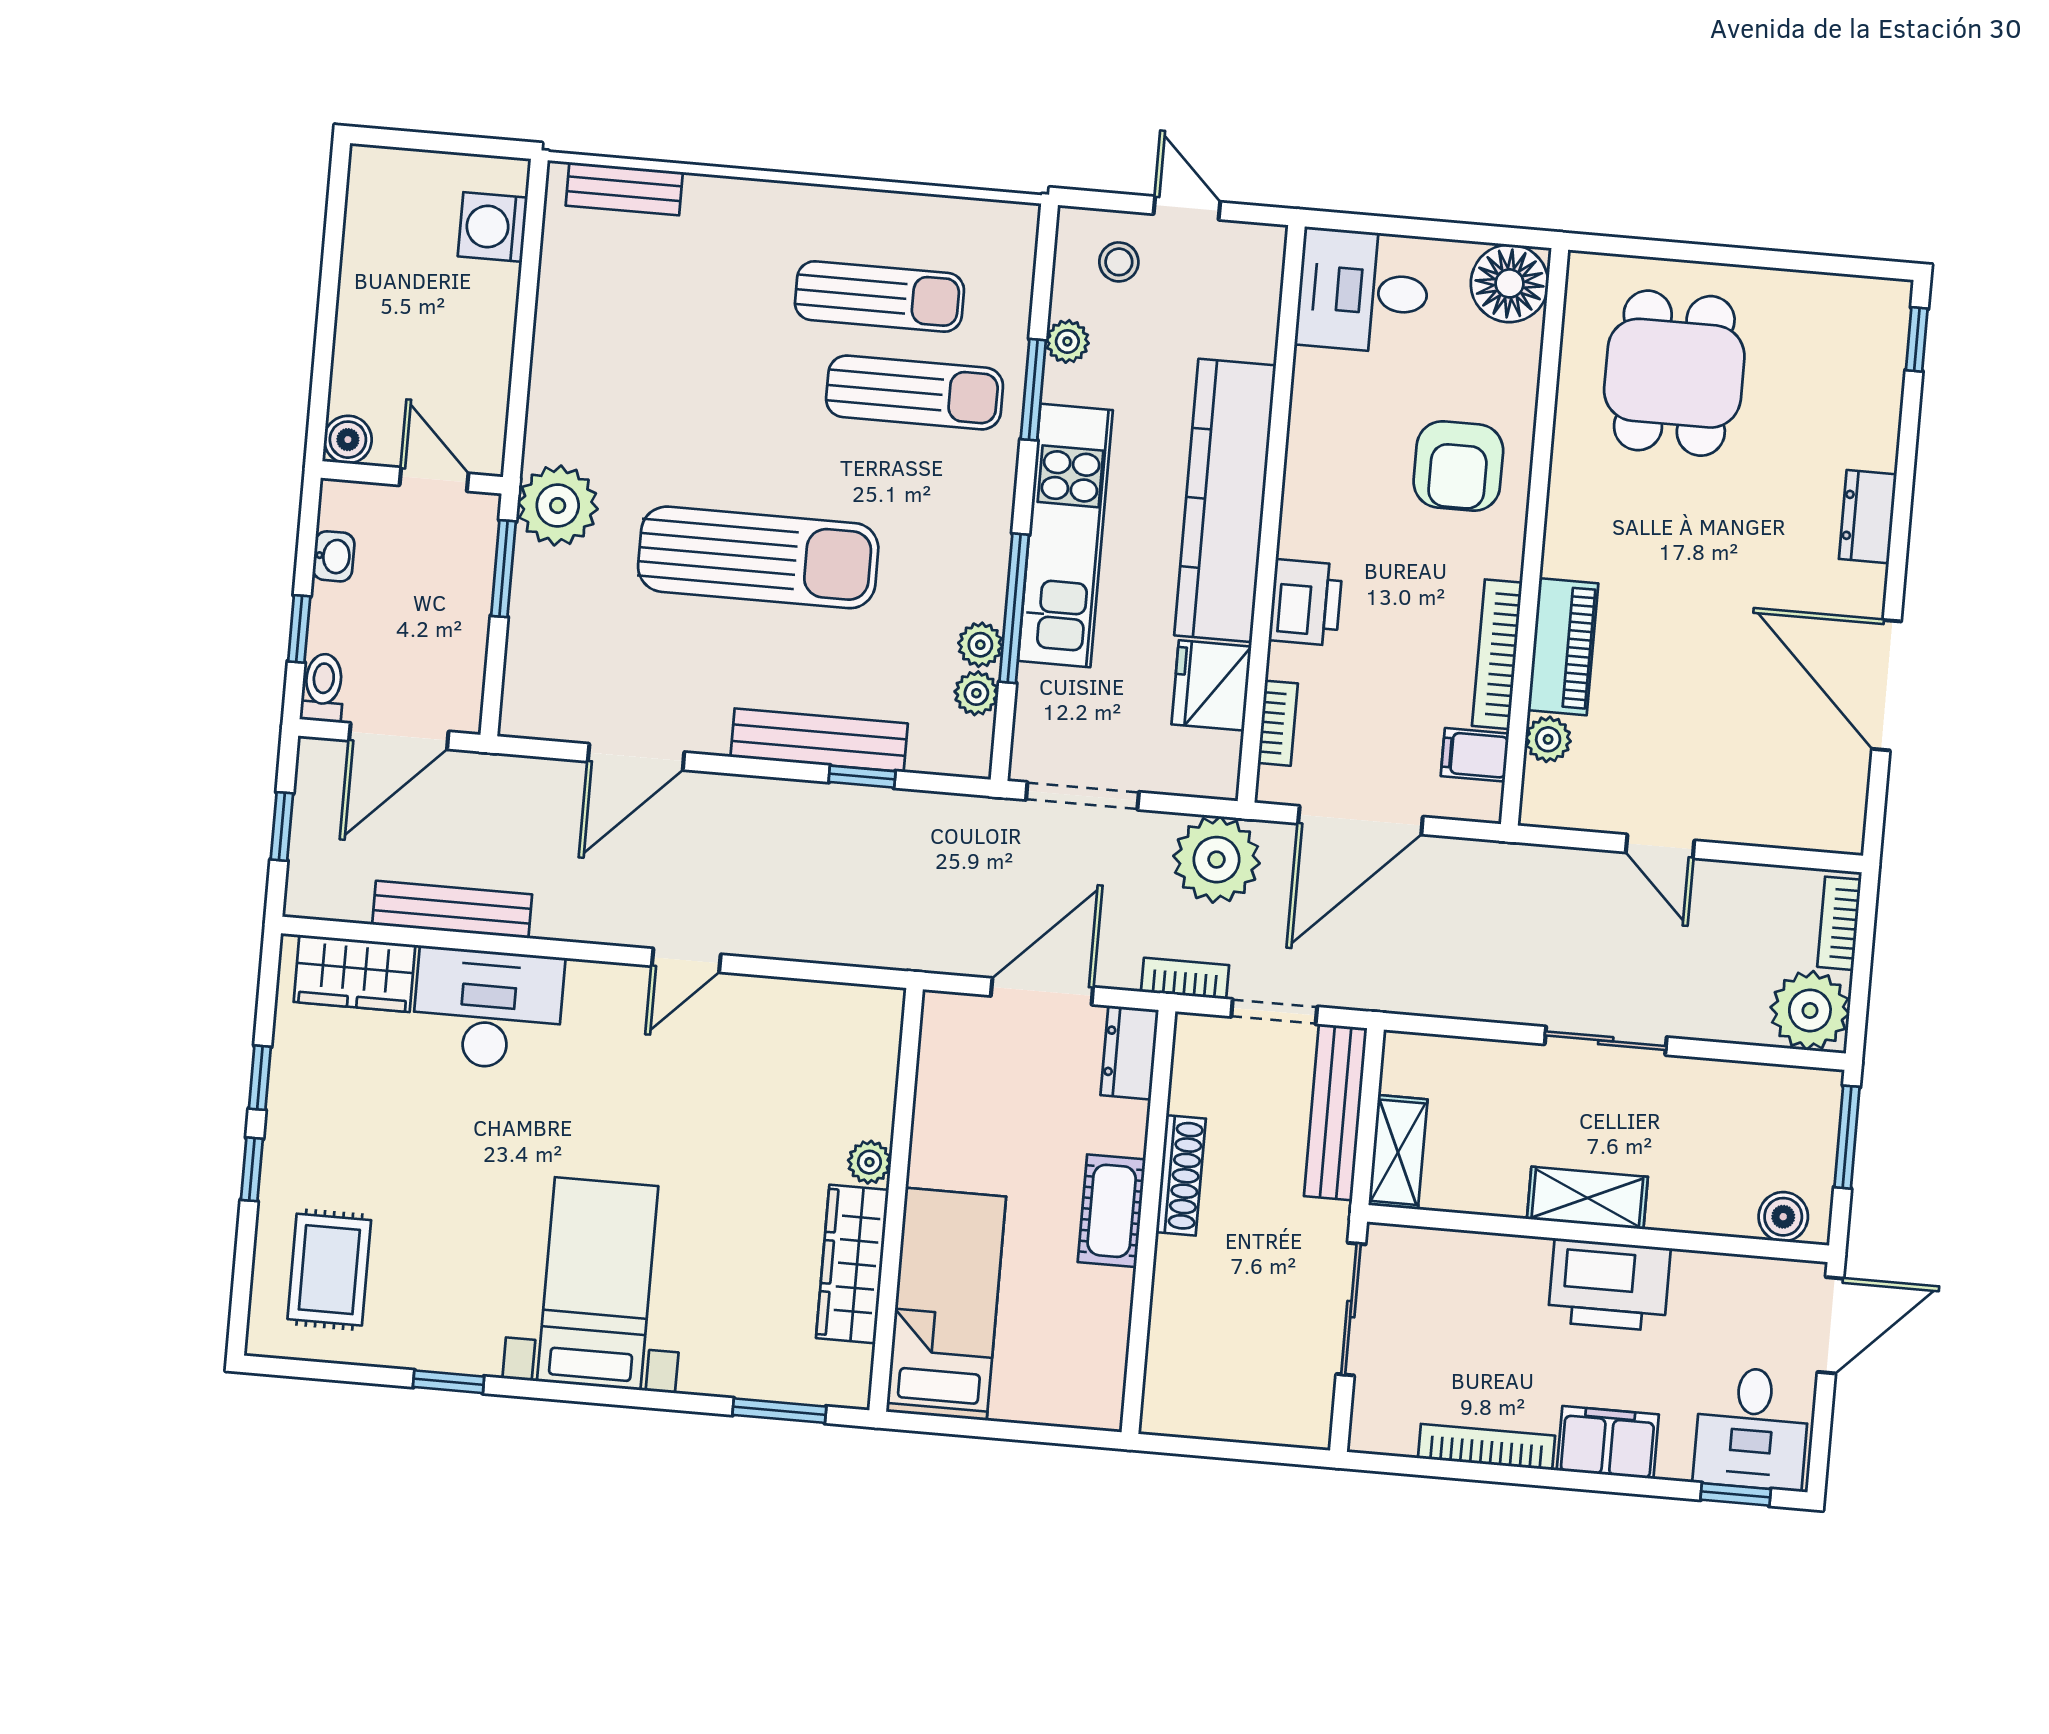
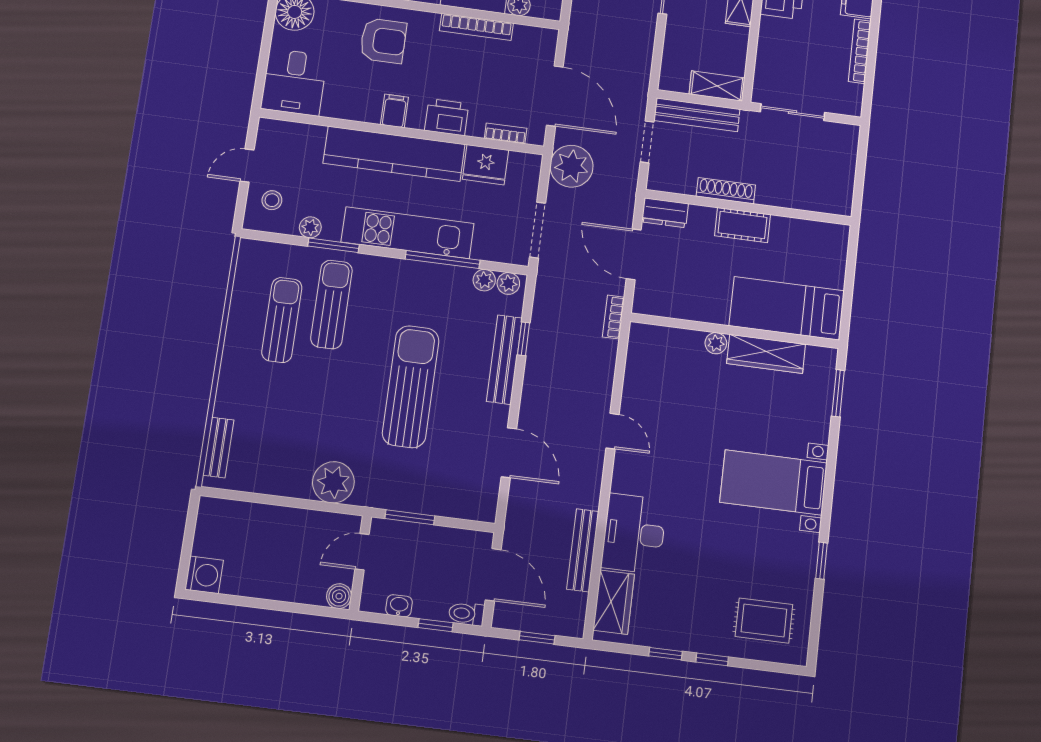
washing machine: (493, 227) -> (204, 575), moved, turned -90
plant: (558, 506) -> (333, 482), moved
plant: (980, 645) -> (508, 283), moved
filing cabinet: (1475, 755) -> (394, 111), moved, turned 180
bookcase: (1185, 978) -> (613, 317), moved

